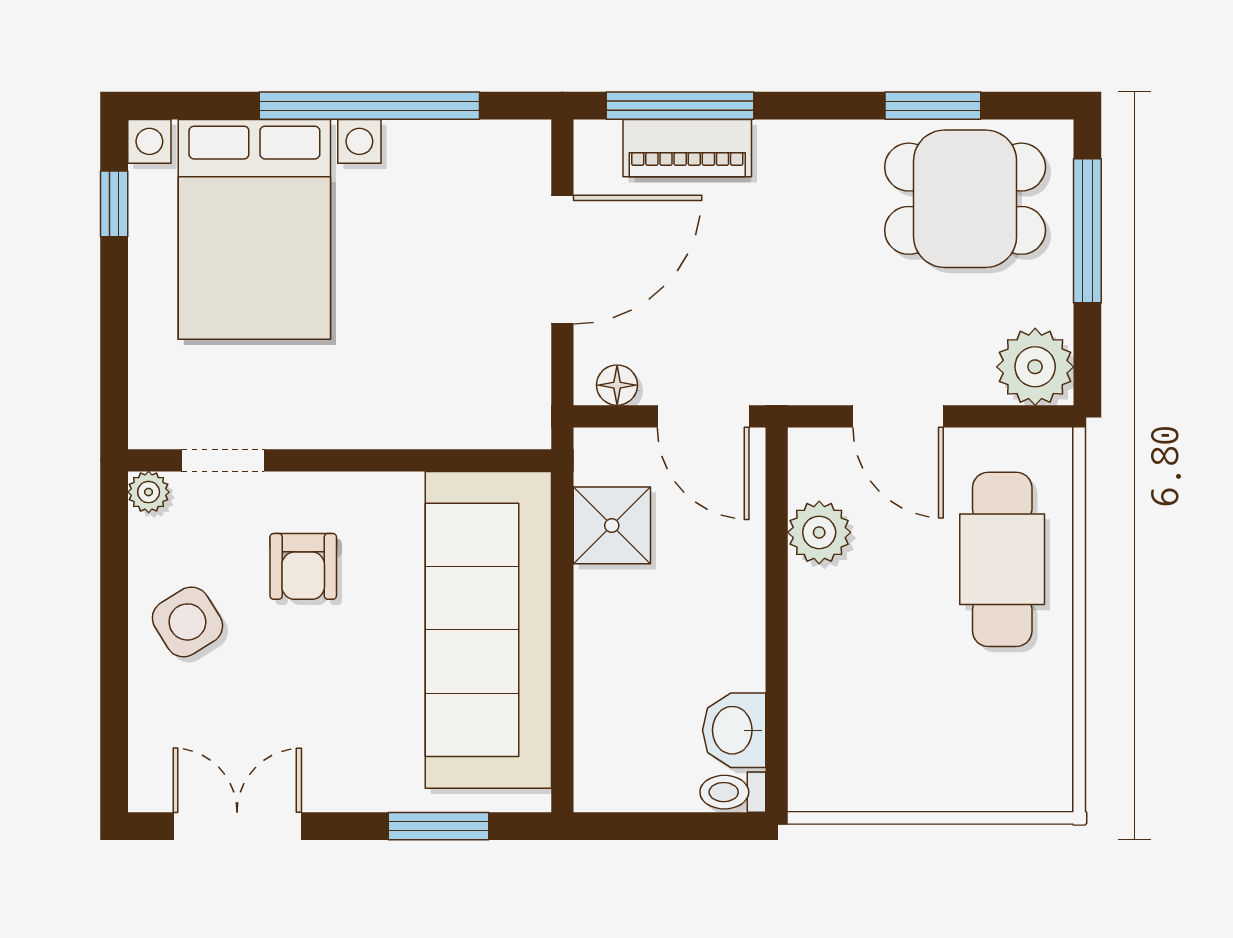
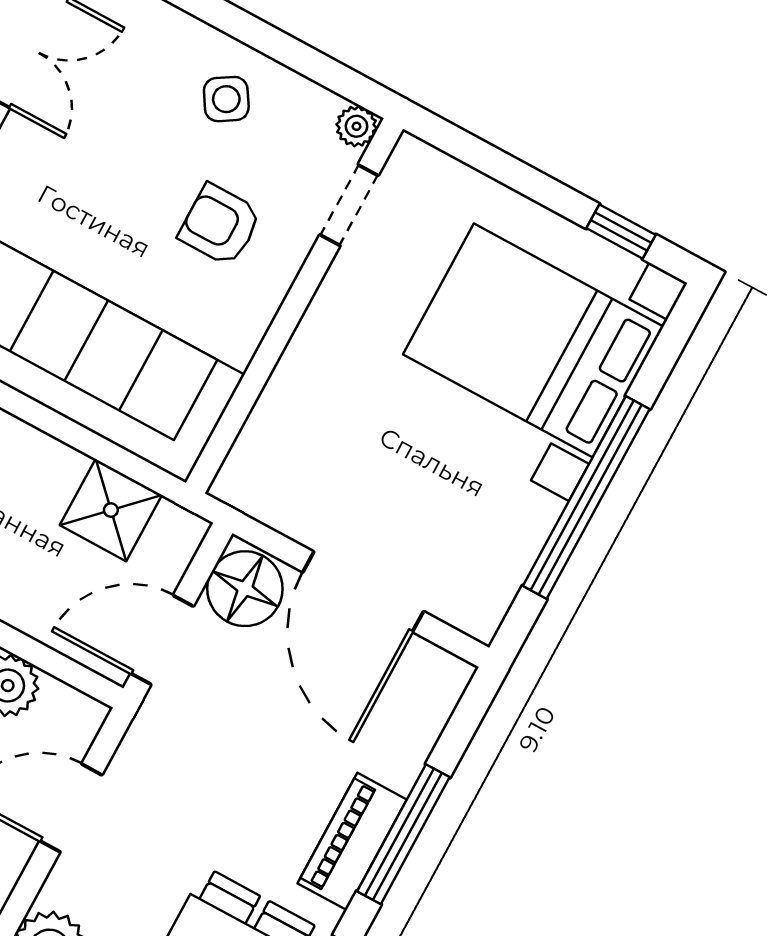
window: (680, 106) -> (403, 834), moved
piano: (687, 148) -> (352, 841), moved
floor lamp: (617, 385) -> (245, 589), width x1.89, depth x1.89
side table: (187, 622) -> (226, 99), width x0.73, depth x0.73

